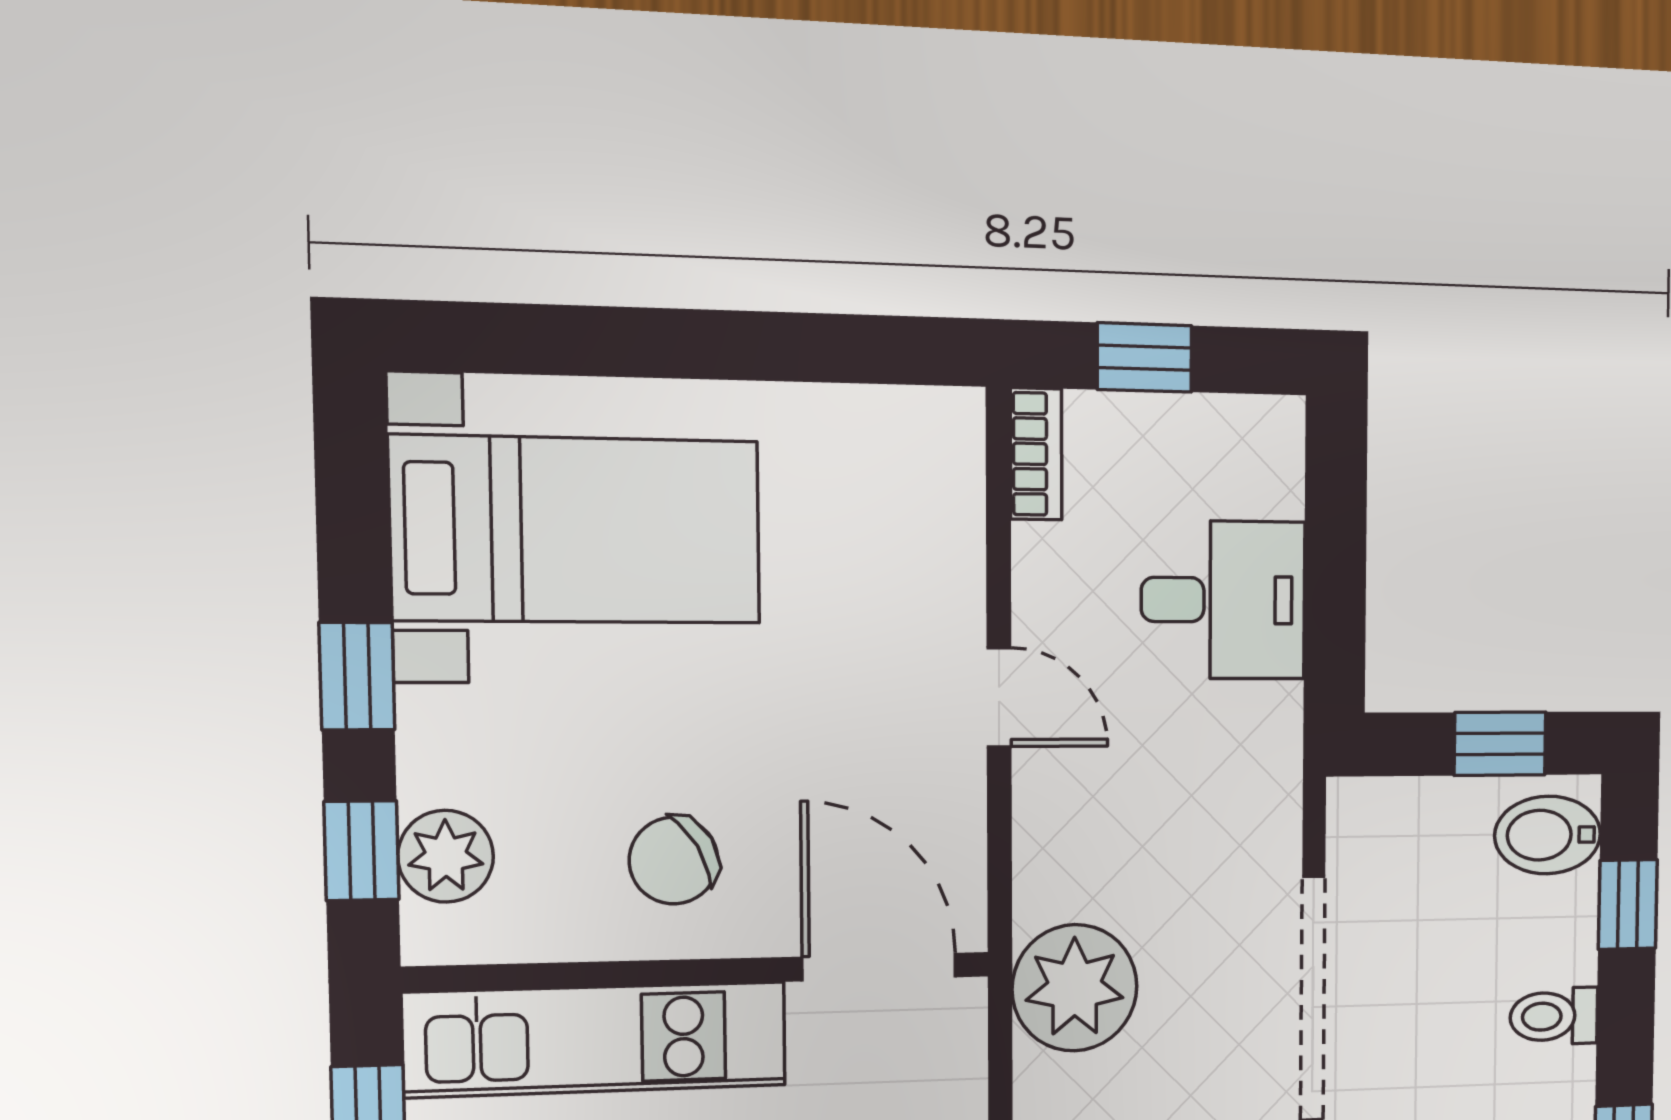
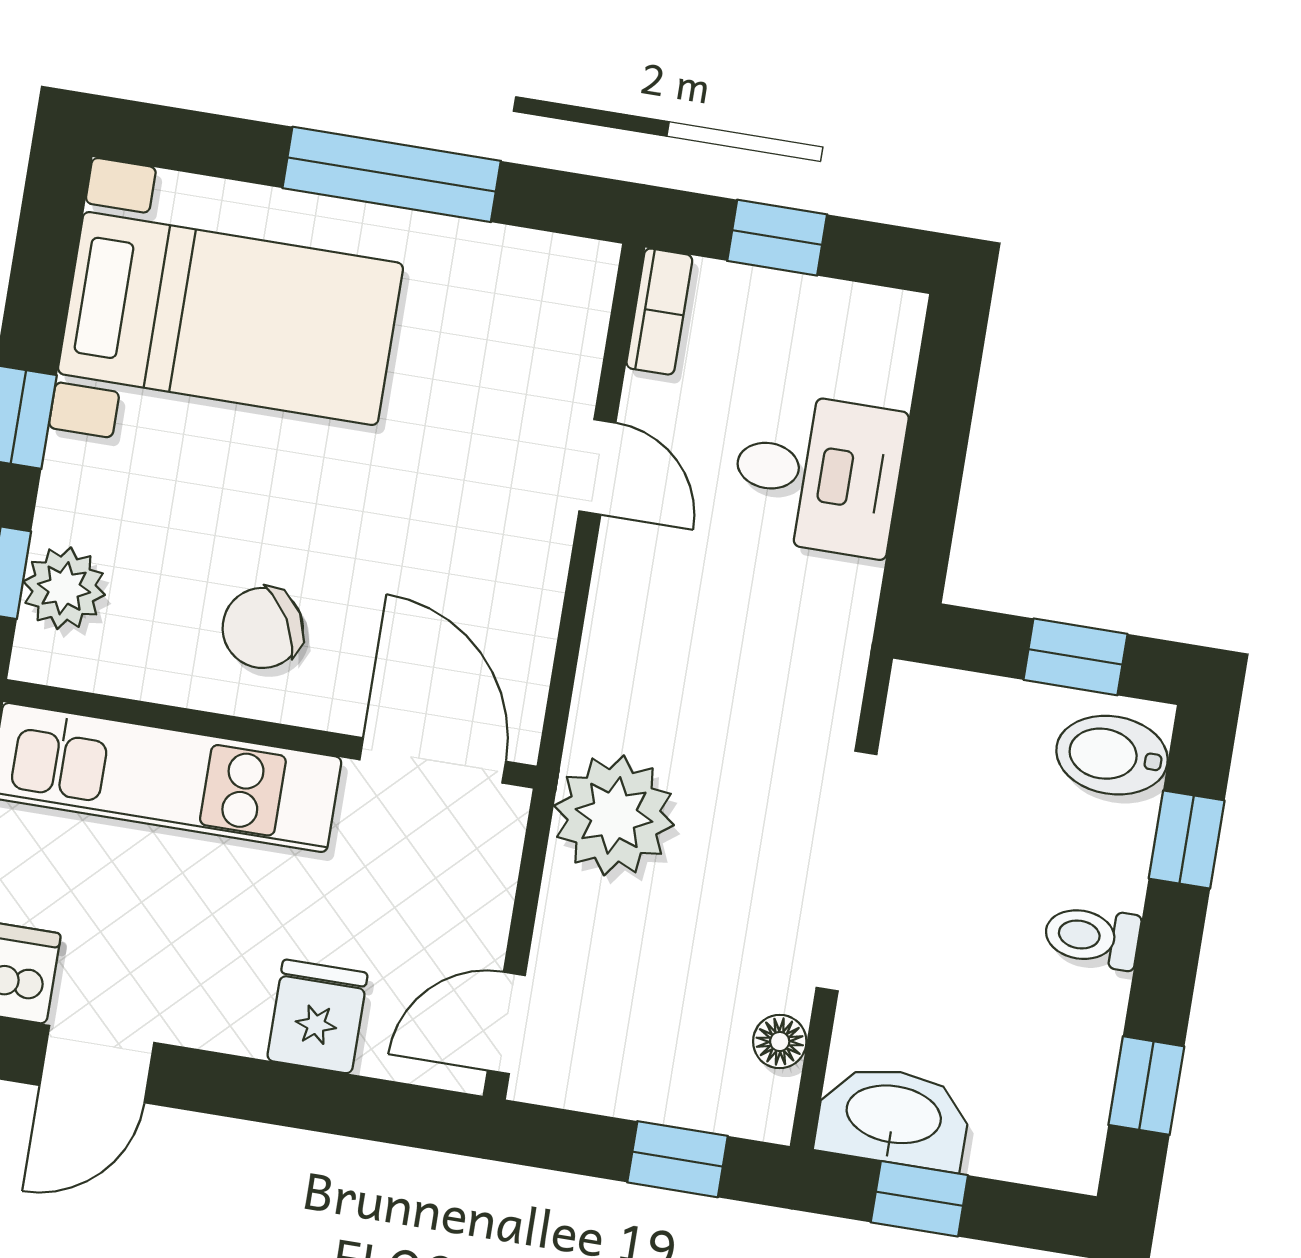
window: (726, 345) -> (392, 174), added
door: (999, 697) -> (597, 467), moved

